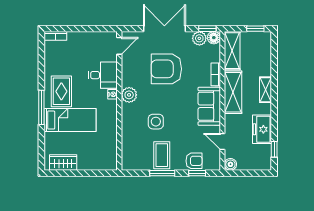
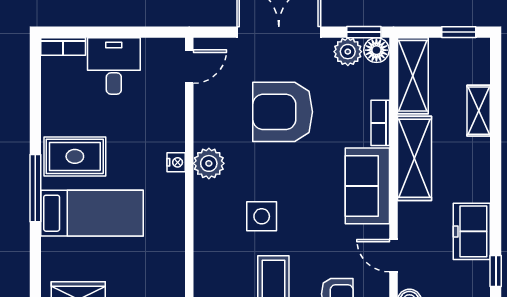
desk: (103, 75) -> (114, 66), moved, turned -90
shelving: (265, 90) -> (479, 111), moved
rug: (61, 91) -> (75, 156), turned 90

